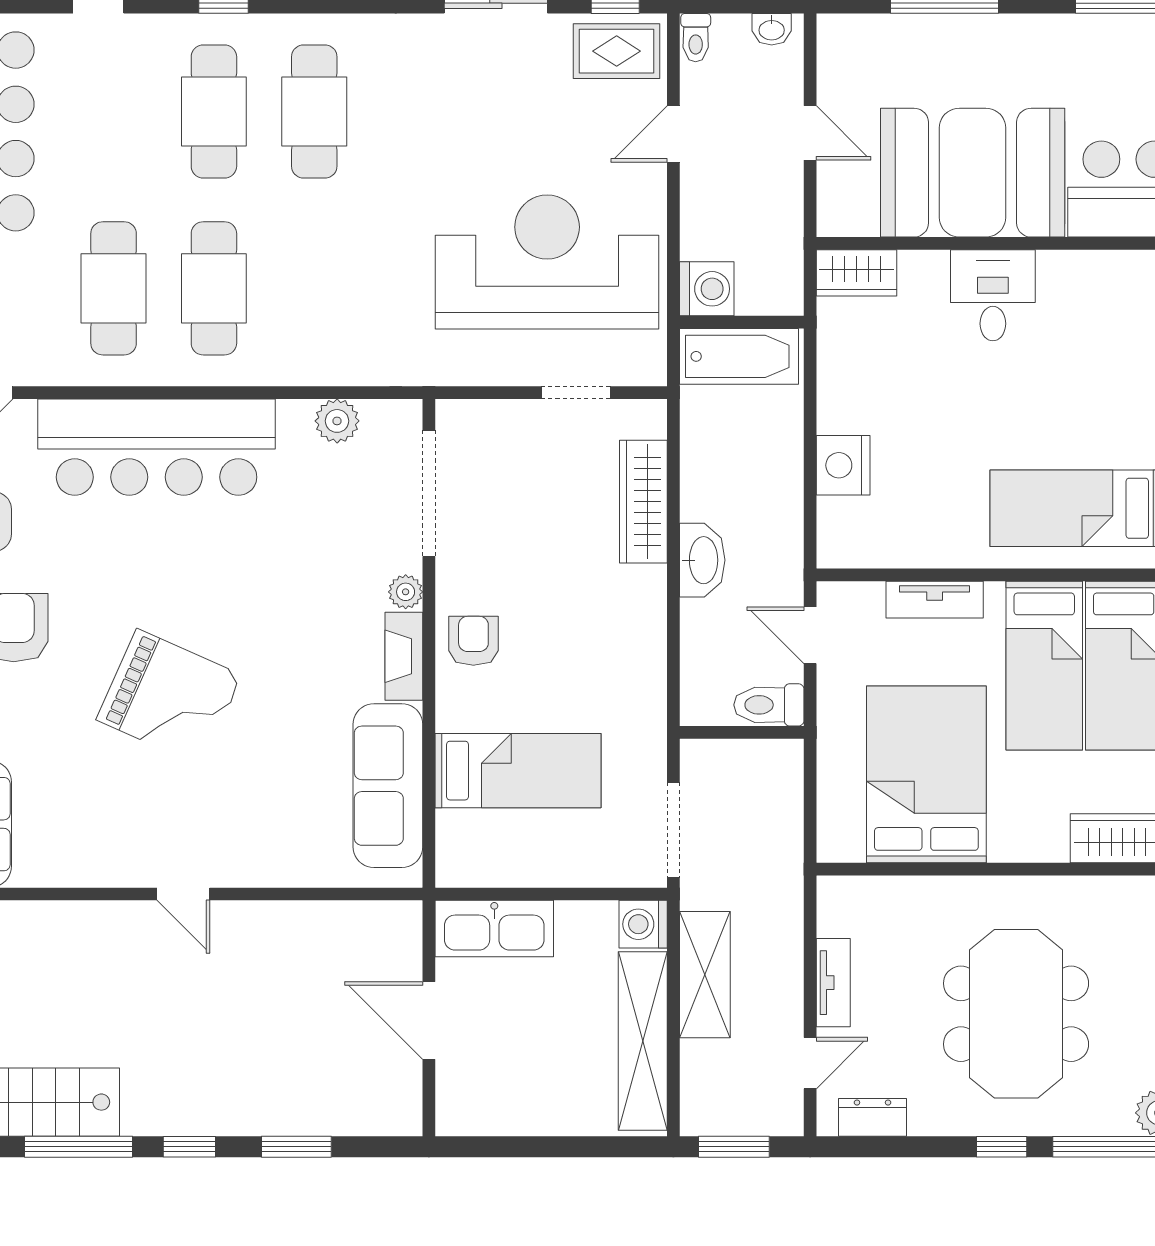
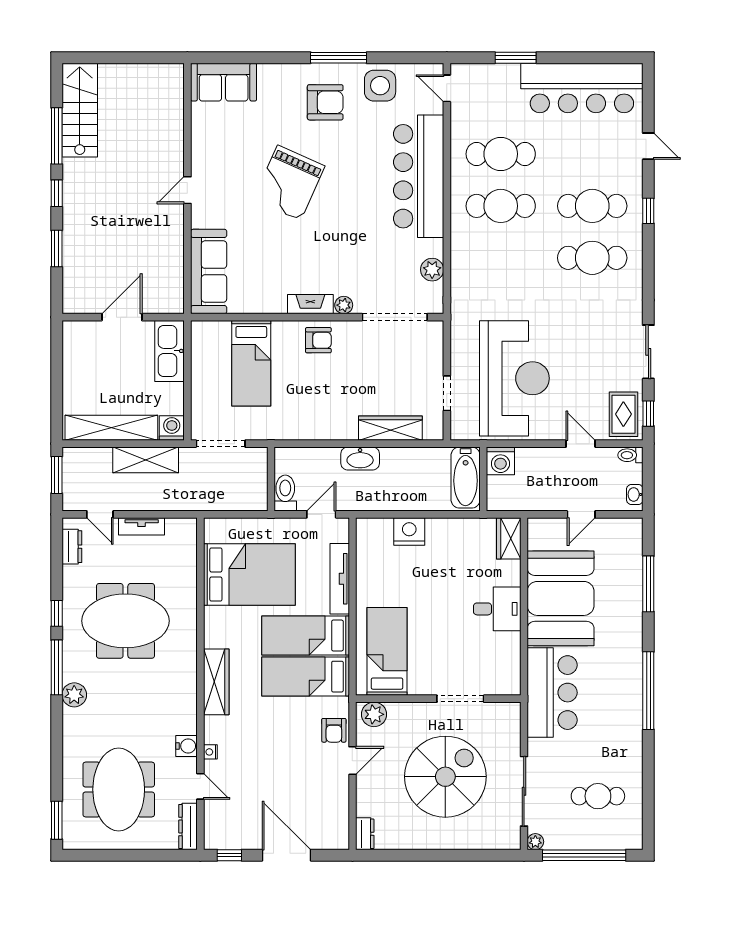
tv unit: (935, 600) -> (340, 579), width x1.41
sofa: (388, 786) -> (209, 272), moved, turned 90

